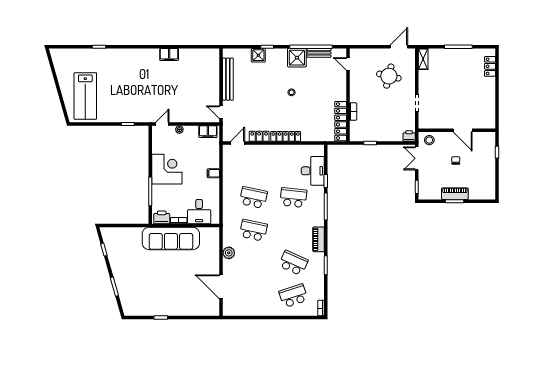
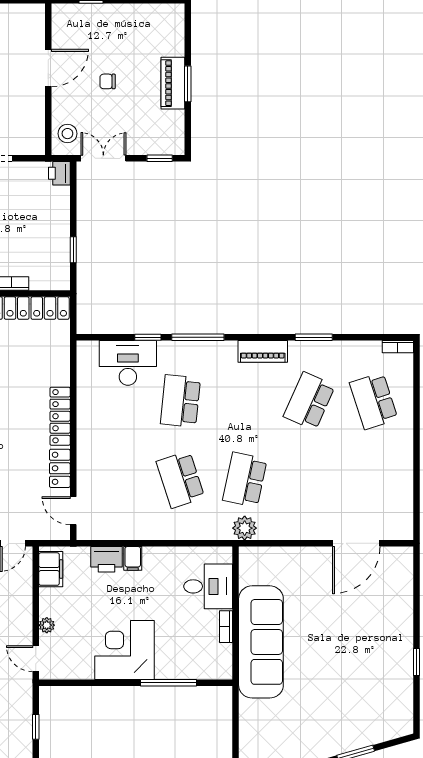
double door: (417, 158) -> (103, 158), swing flipped
school desk: (253, 198) -> (180, 480), turned -30
printer: (162, 217) -> (107, 559), moved, turned -90
plant: (229, 253) -> (245, 528), moved

